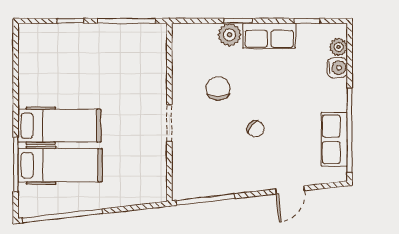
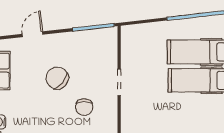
chair: (256, 129) -> (57, 78), width x1.87, depth x1.87

